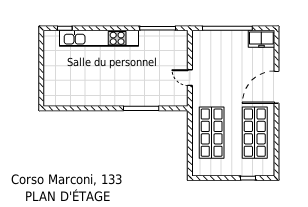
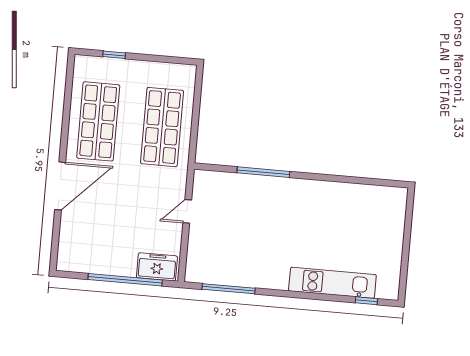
kitchen unit: (99, 38) -> (332, 283), width x0.73
freezer: (261, 39) -> (157, 267), moved
door: (190, 78) -> (187, 211), swing flipped

